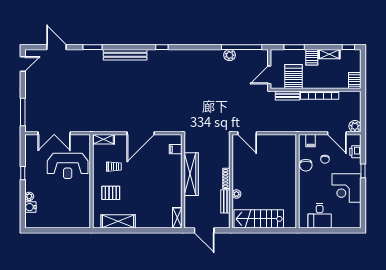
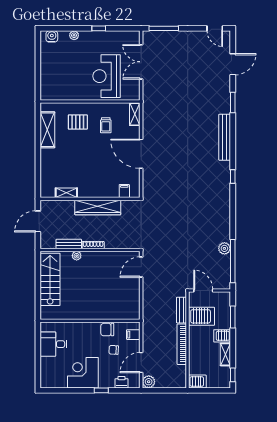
pallet: (111, 193) -> (78, 122), turned 90
water cooler: (30, 207) -> (52, 36), moved
shelving: (177, 218) -> (66, 193), moved

